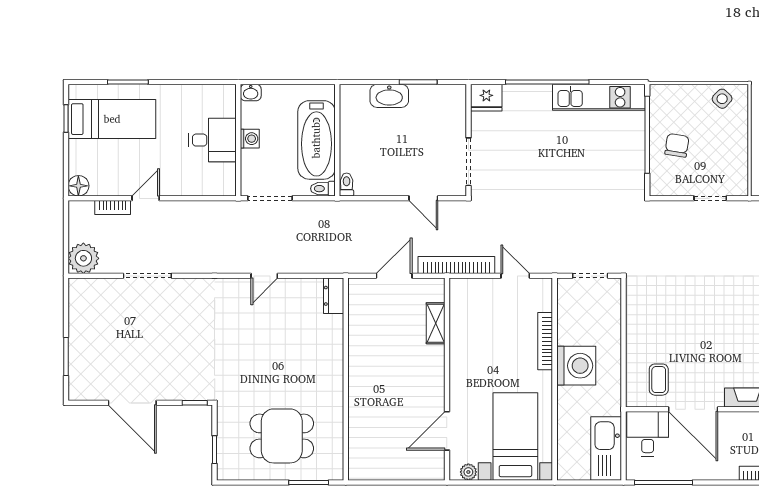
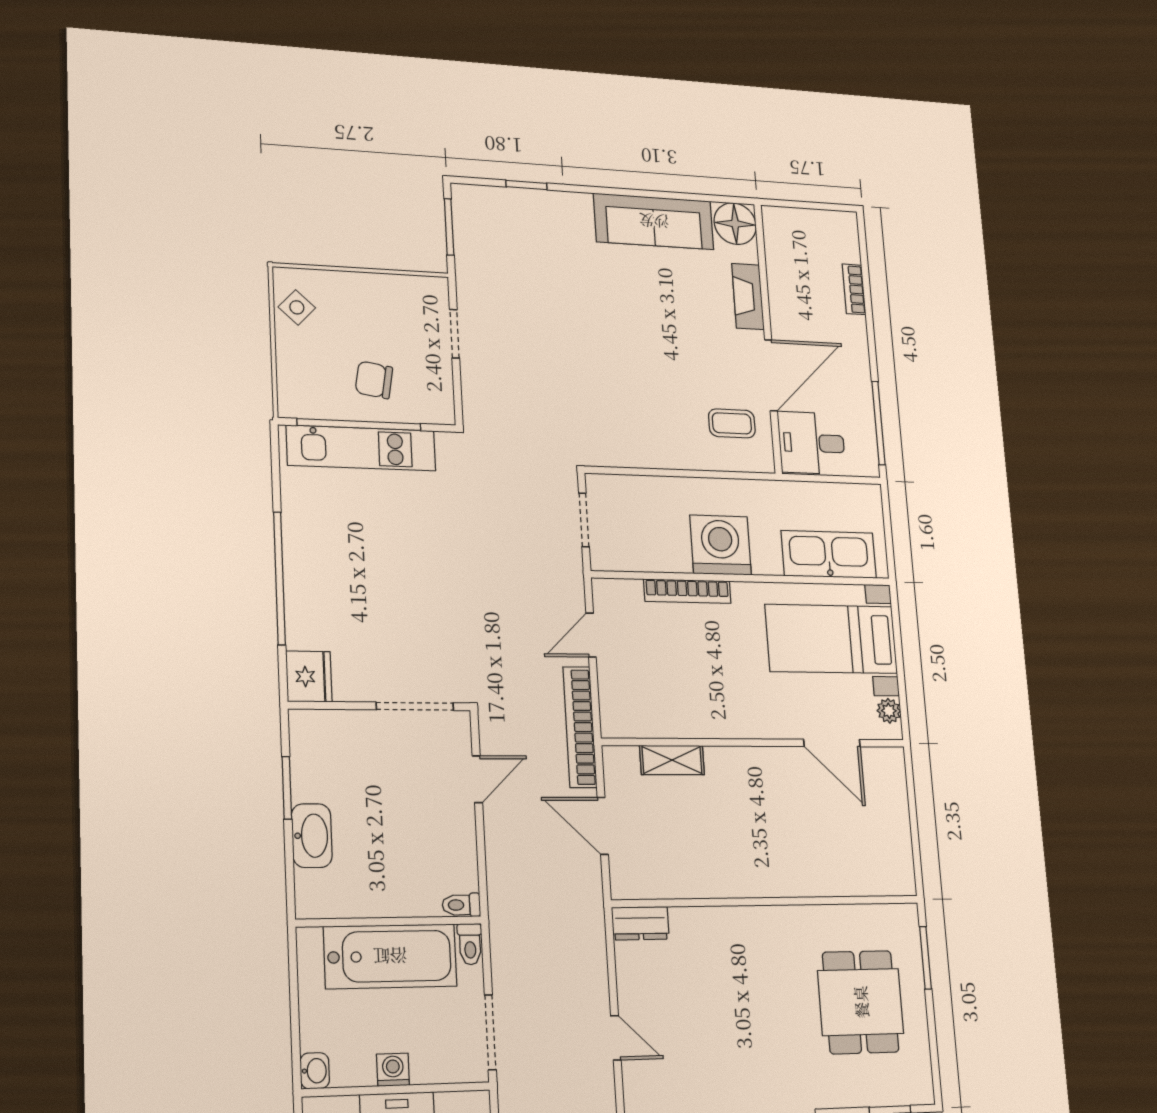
kitchen unit: (599, 97) -> (361, 448), moved, turned 90
kitchen sink: (606, 448) -> (829, 554), moved, turned 180

